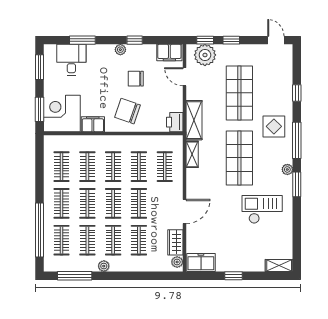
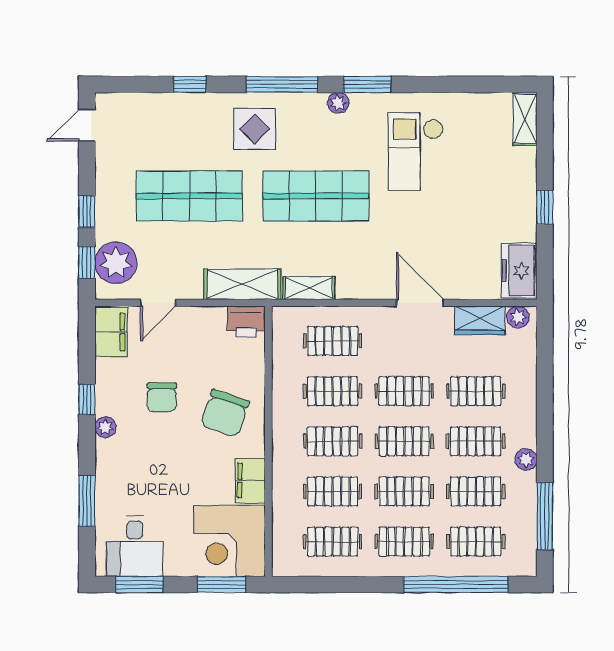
desk: (71, 60) -> (135, 546), moved, turned -90

